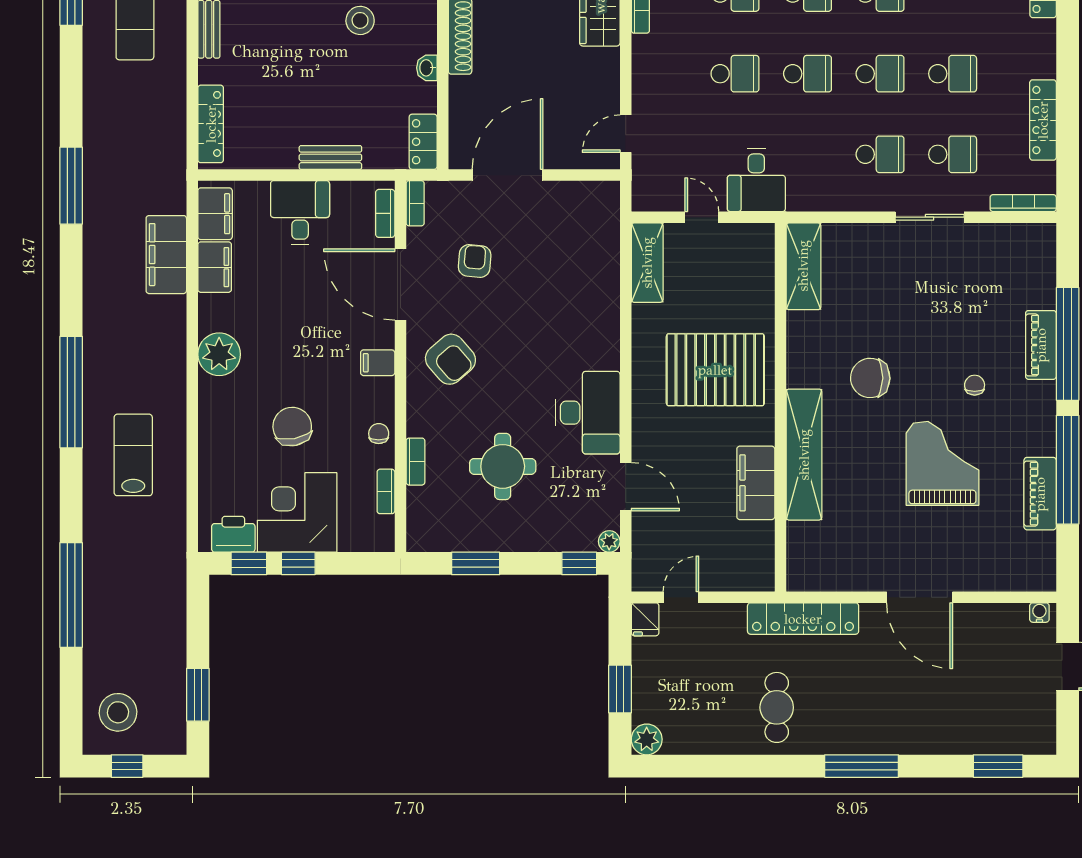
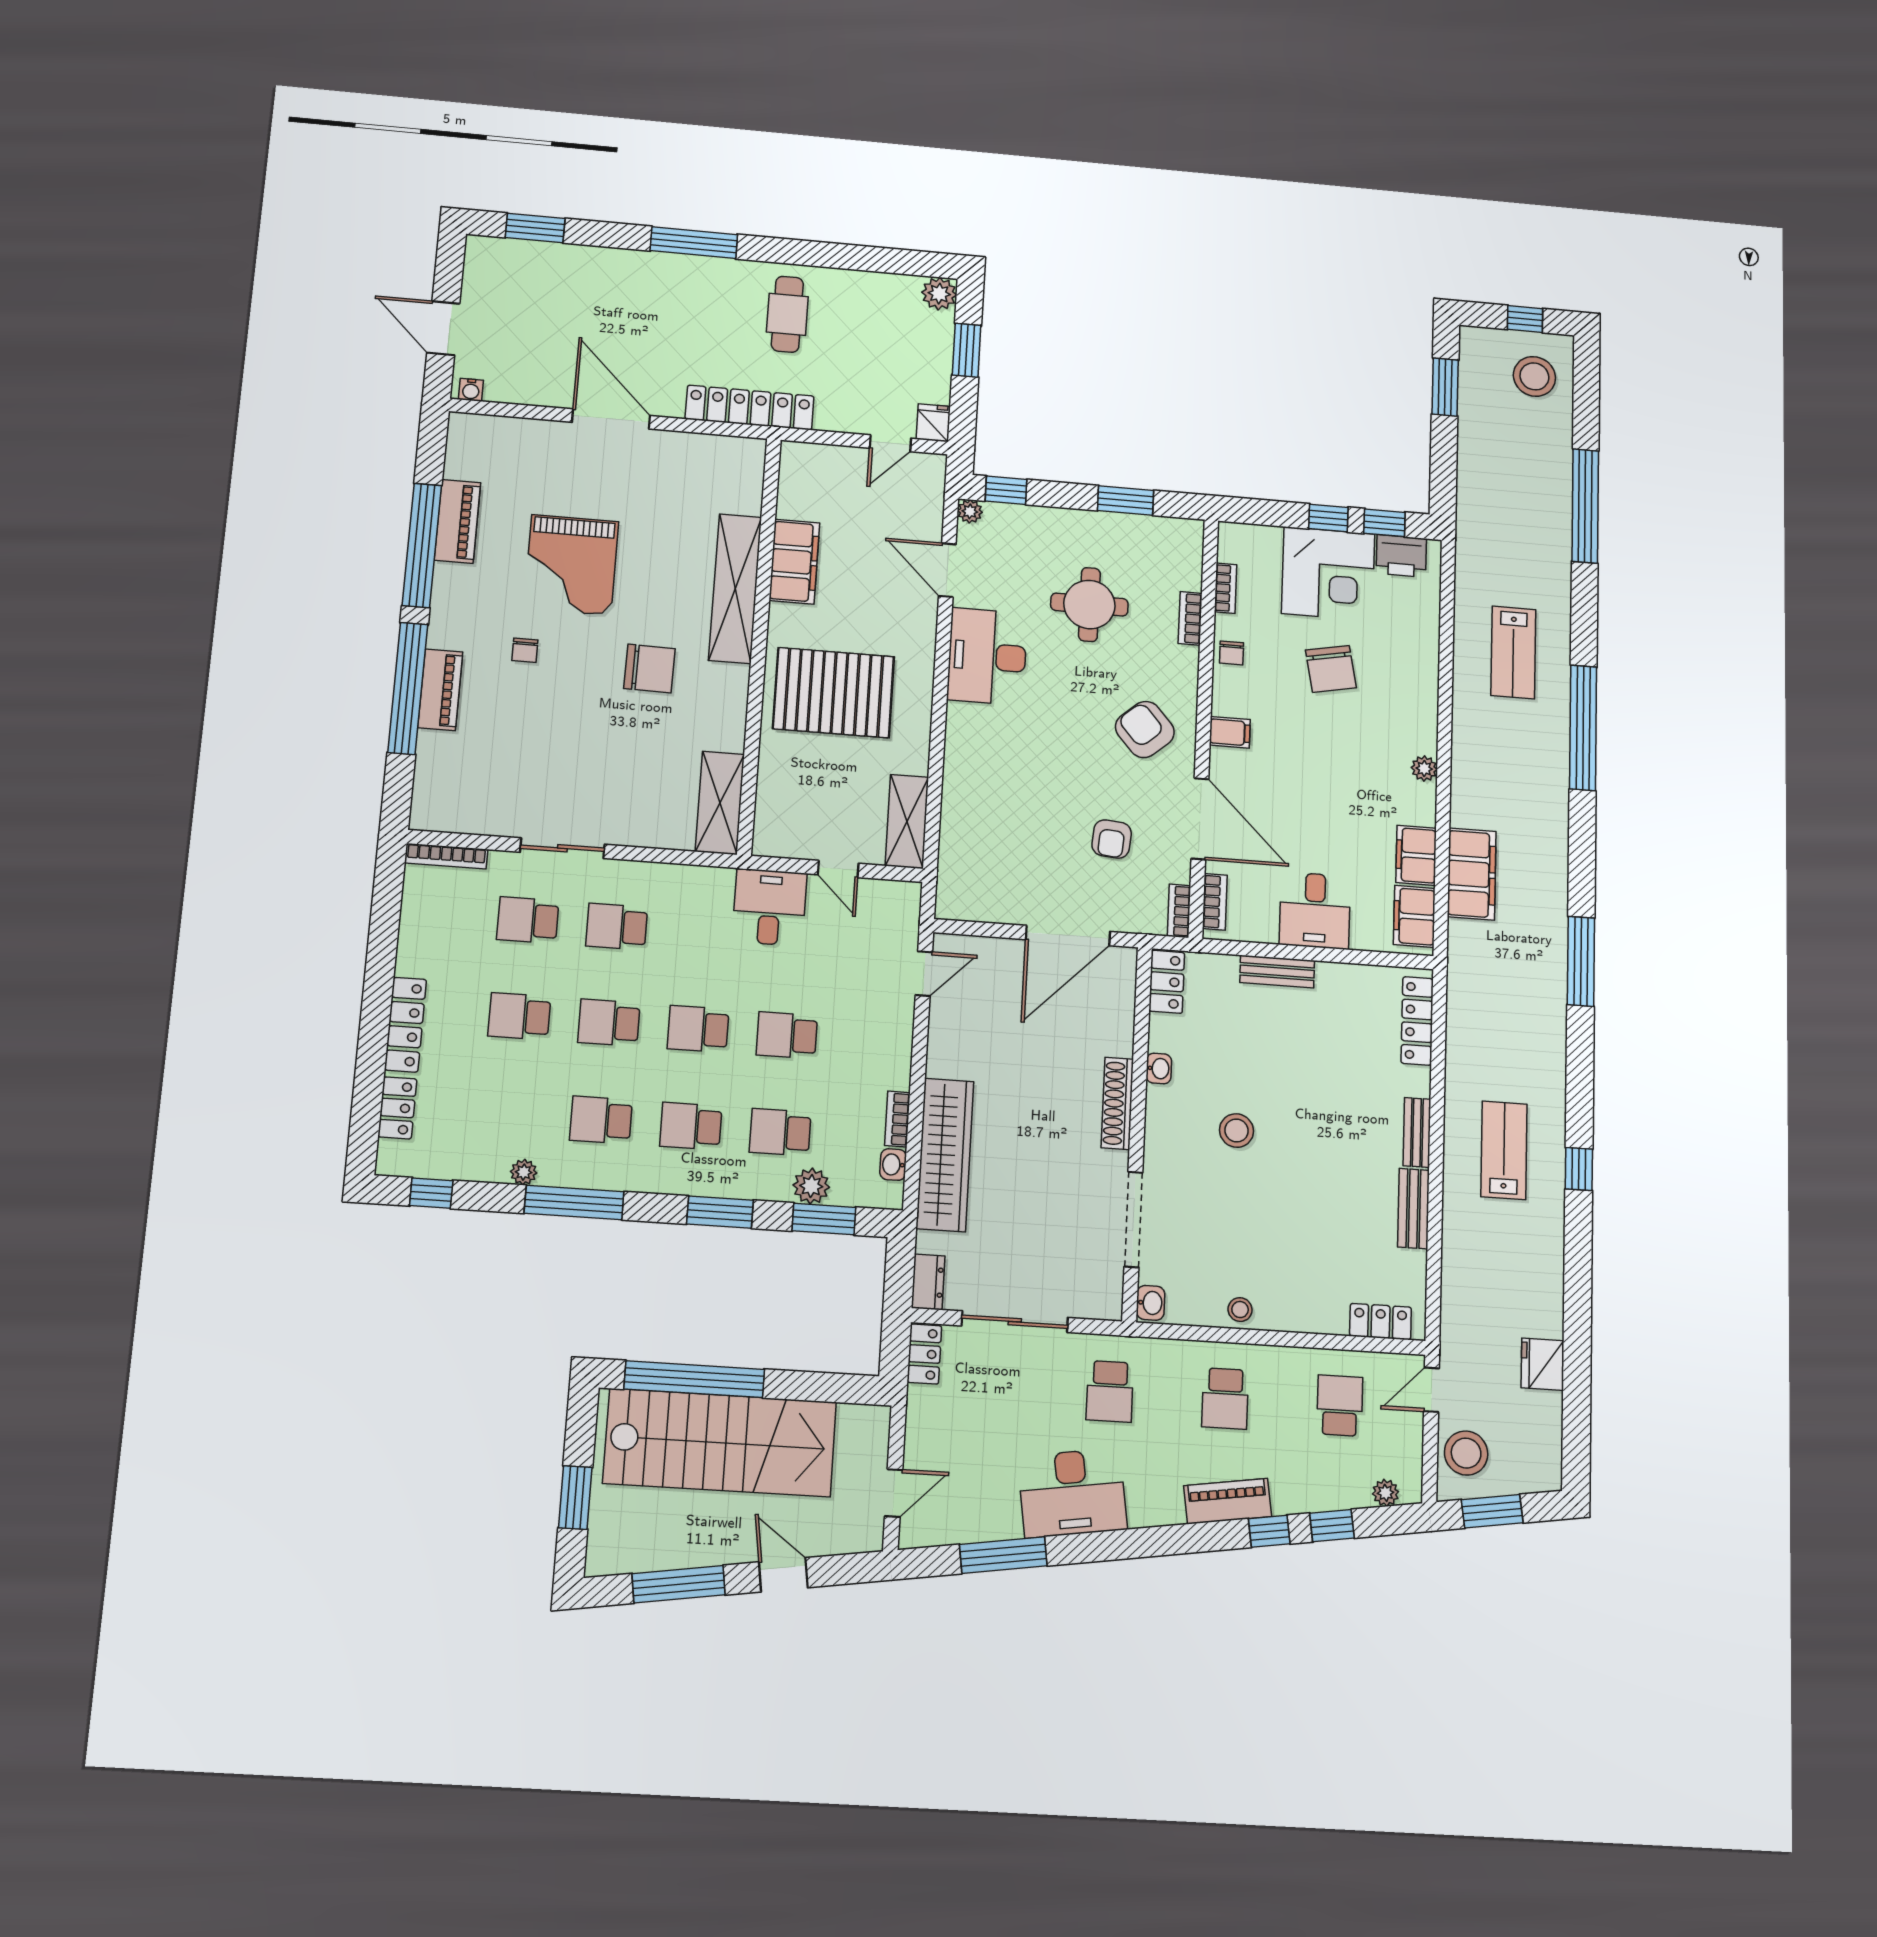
locker: (1043, 120) -> (406, 1025), moved
plant: (219, 354) -> (1424, 769), width x0.53, depth x0.53

